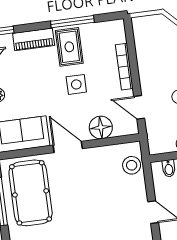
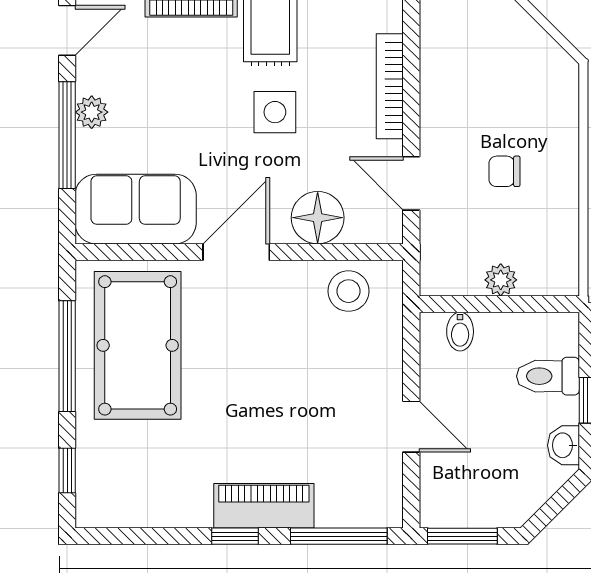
door: (68, 147) -> (236, 252), hinge flipped
stool: (132, 165) -> (348, 291), moved

